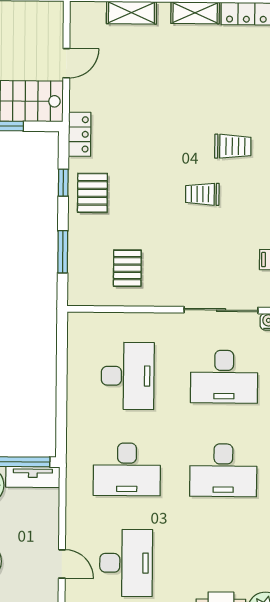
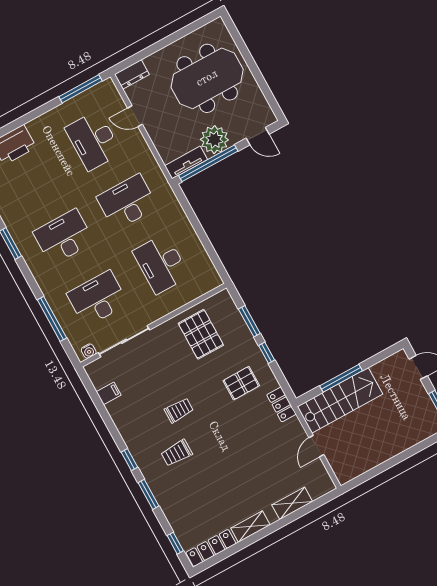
window: (63, 183) -> (267, 353), moved
pallet: (92, 193) -> (241, 383), moved, turned 90
pallet: (127, 268) -> (201, 334), width x1.50, depth x1.42

